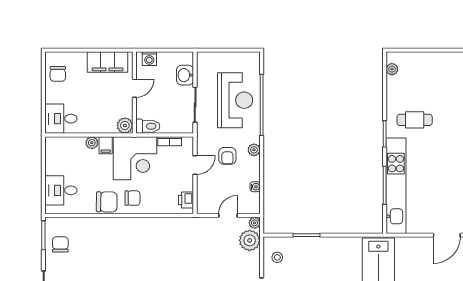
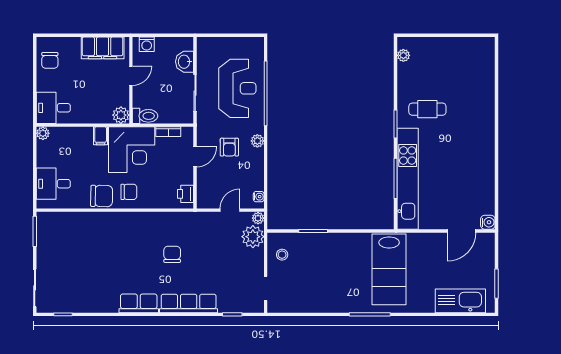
plant: (92, 143) -> (43, 133), moved
water cooler: (255, 187) -> (259, 197), moved
chair: (60, 244) -> (172, 254), moved

